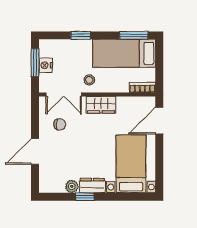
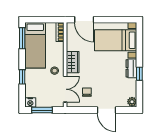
nightstand: (46, 65) -> (30, 102), moved
plant: (72, 186) -> (132, 102), moved

